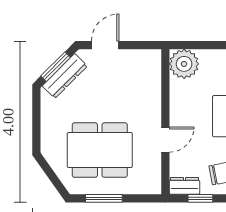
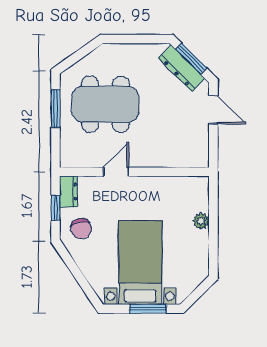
plant: (184, 64) -> (201, 221), moved, width x0.53, depth x0.53
door: (165, 140) -> (116, 172), swing flipped
dining table: (100, 150) -> (105, 104), turned 90

